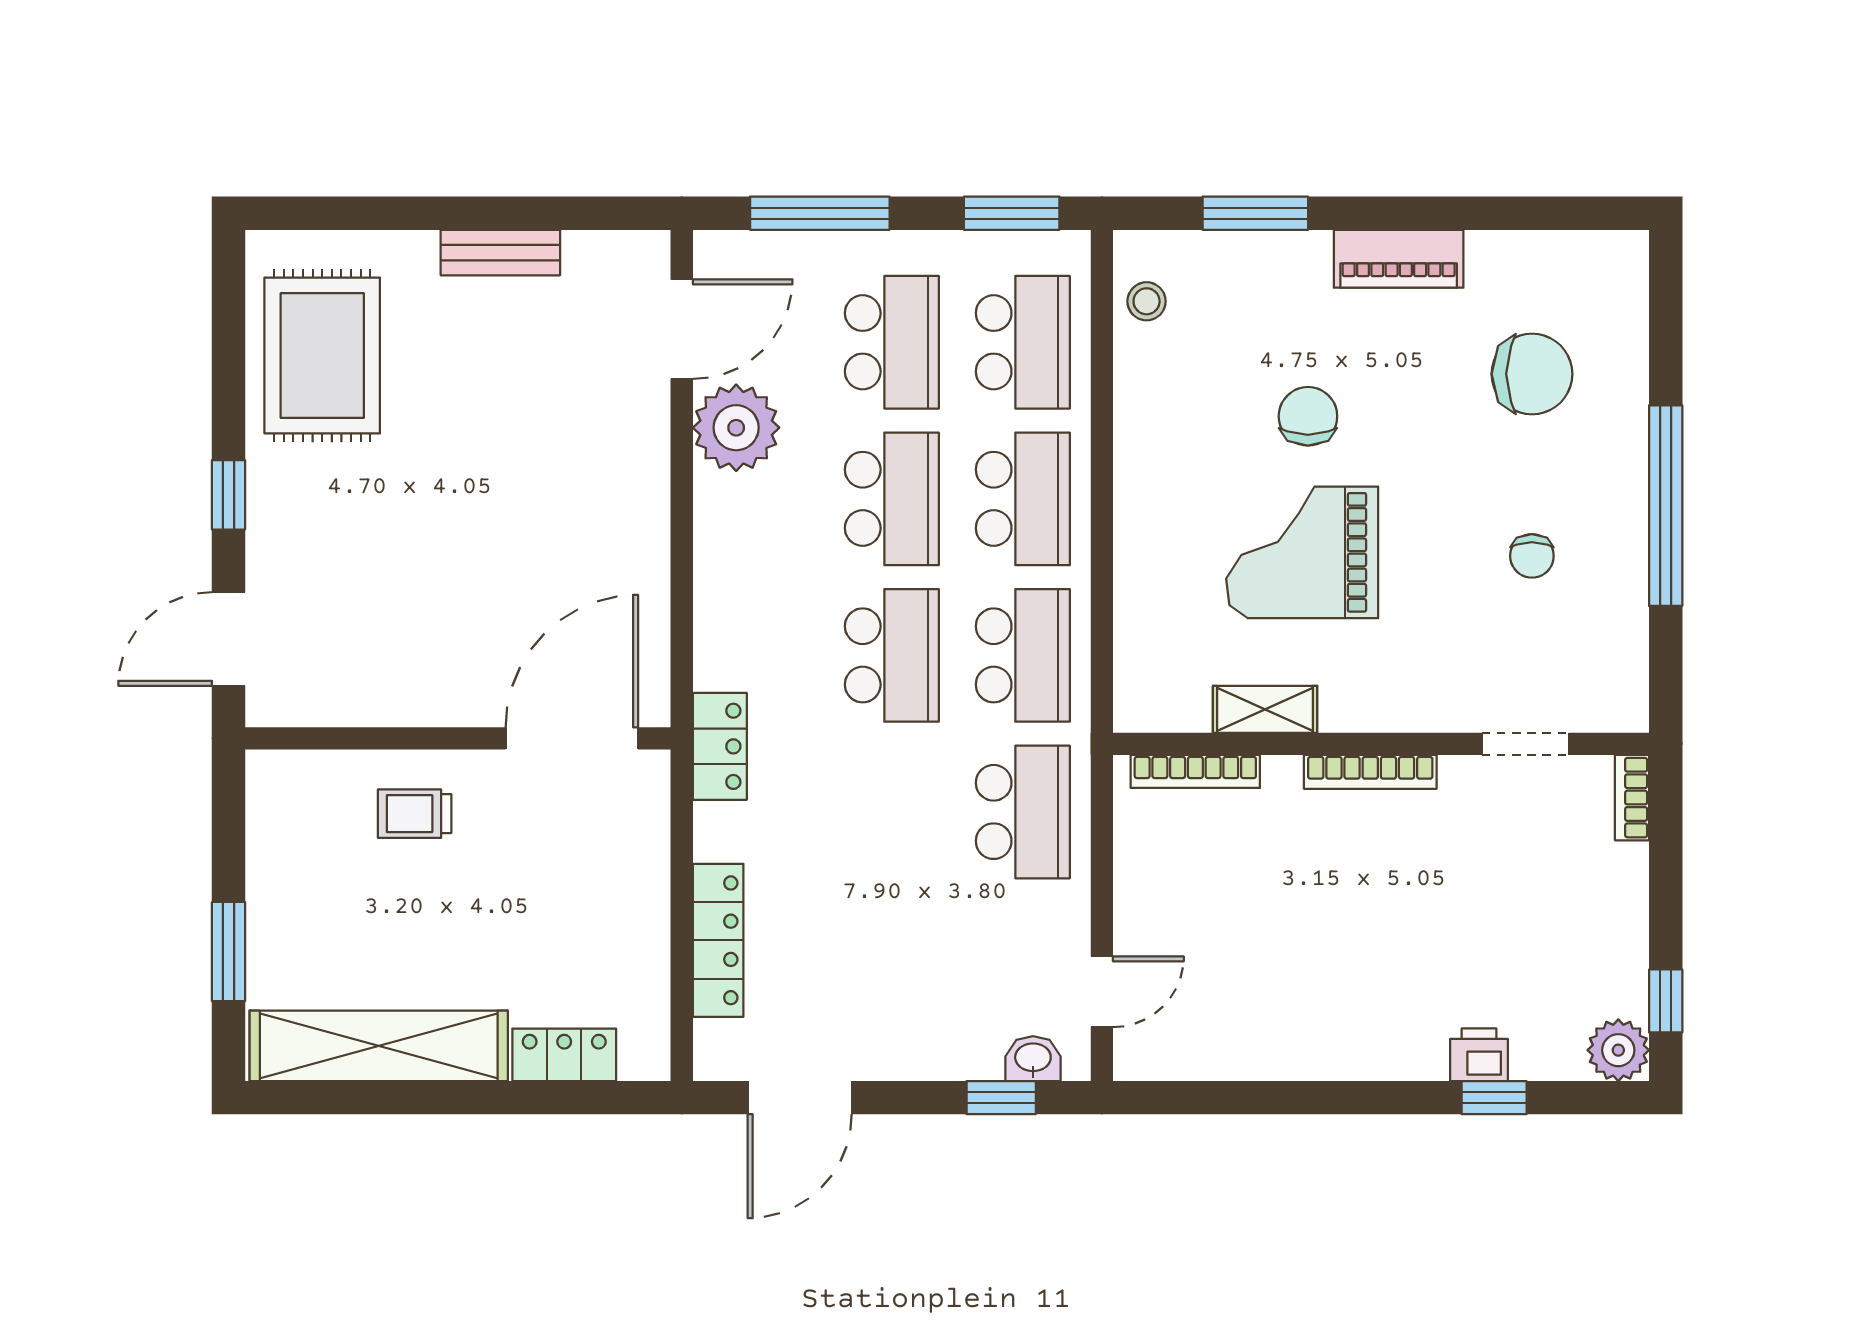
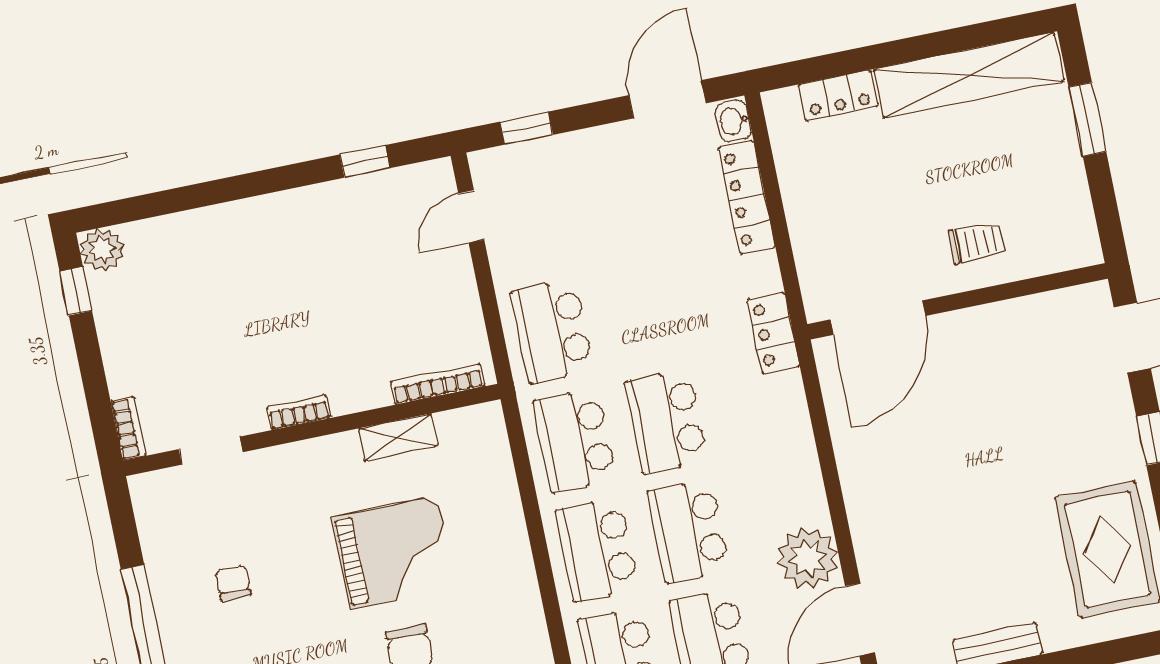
bookcase: (1370, 772) -> (299, 412), width x0.64
printer: (1479, 1055) -> (199, 227), removed
washbasin: (1033, 1059) -> (733, 121), moved, turned 90
window: (1494, 1098) -> (365, 161), moved

